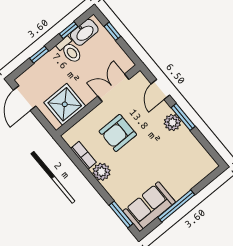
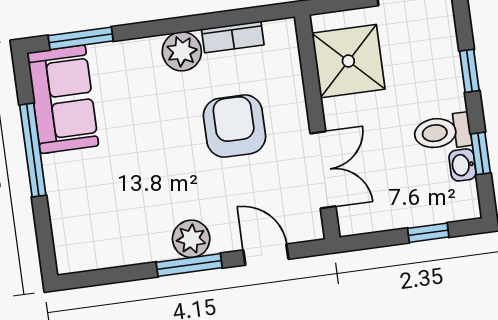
washbasin: (84, 32) -> (462, 165), width x0.52, depth x0.69

